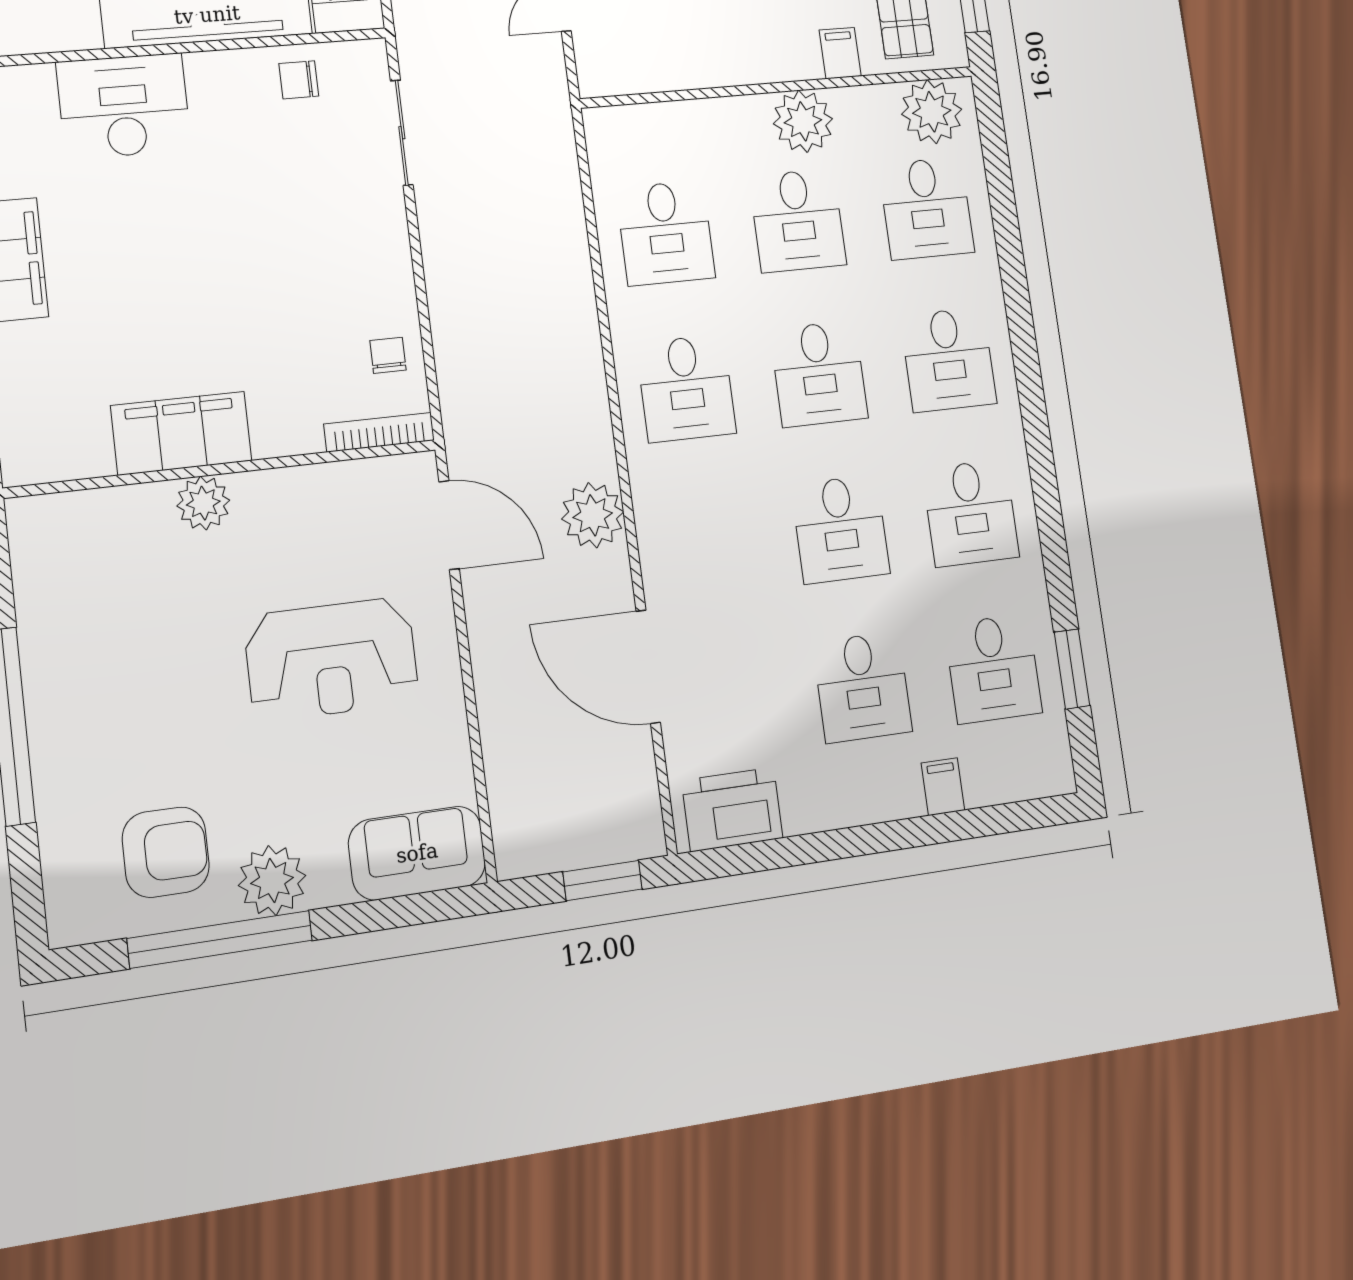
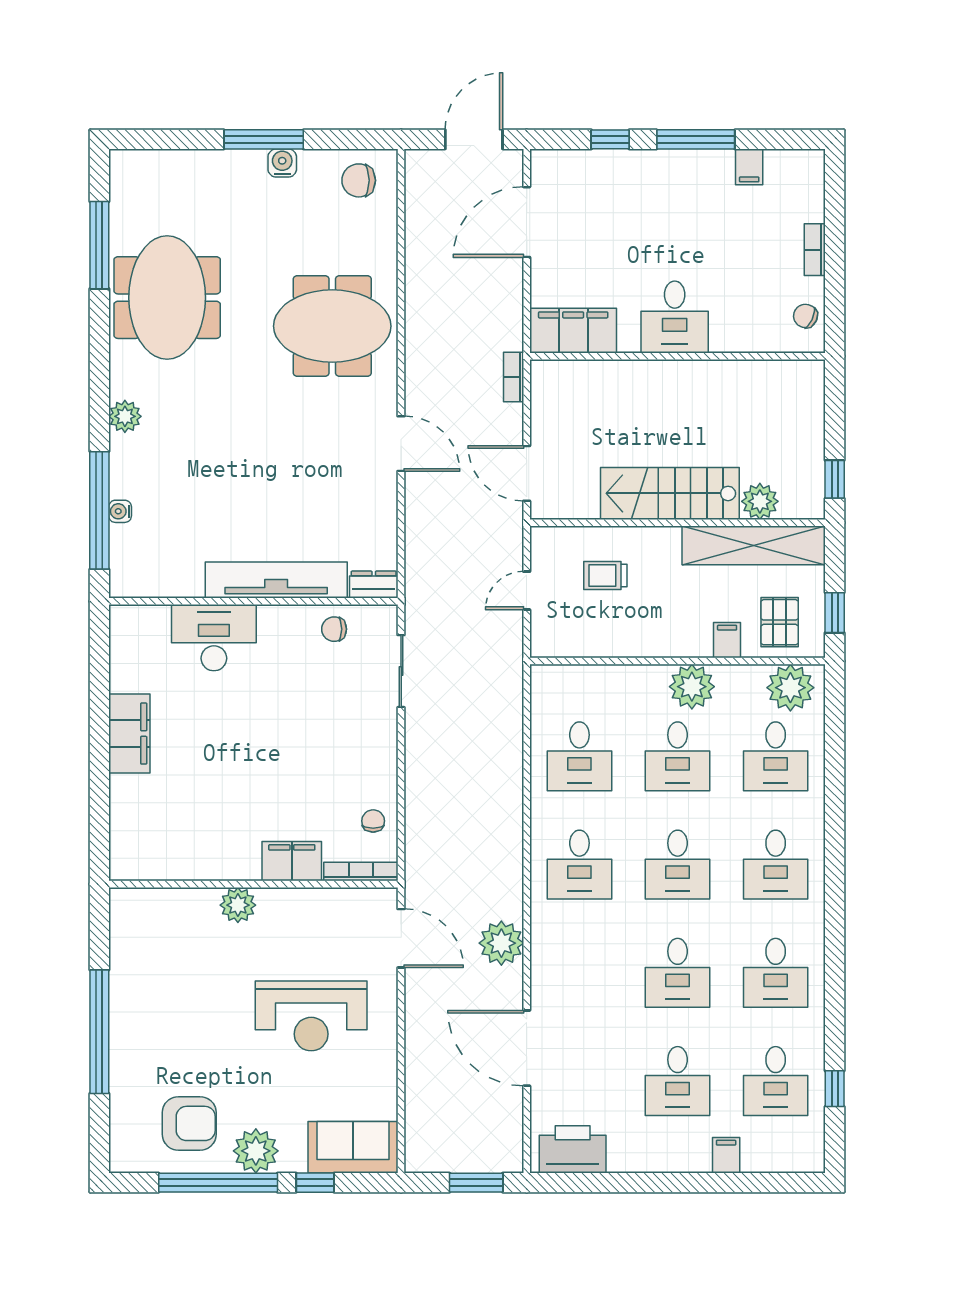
filing cabinet: (181, 433) -> (292, 861), moved, width x0.67, depth x0.86
window: (1072, 669) -> (835, 1089), width x0.67
window: (367, 917) -> (315, 1183), added

